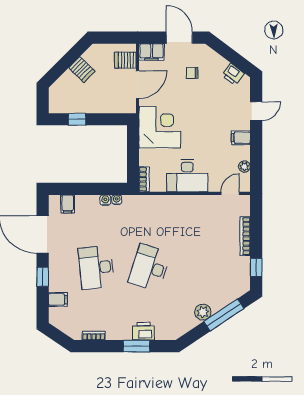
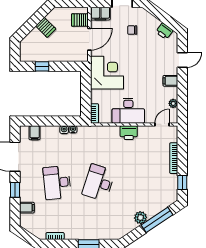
printer: (143, 331) -> (129, 133), moved, turned 180

